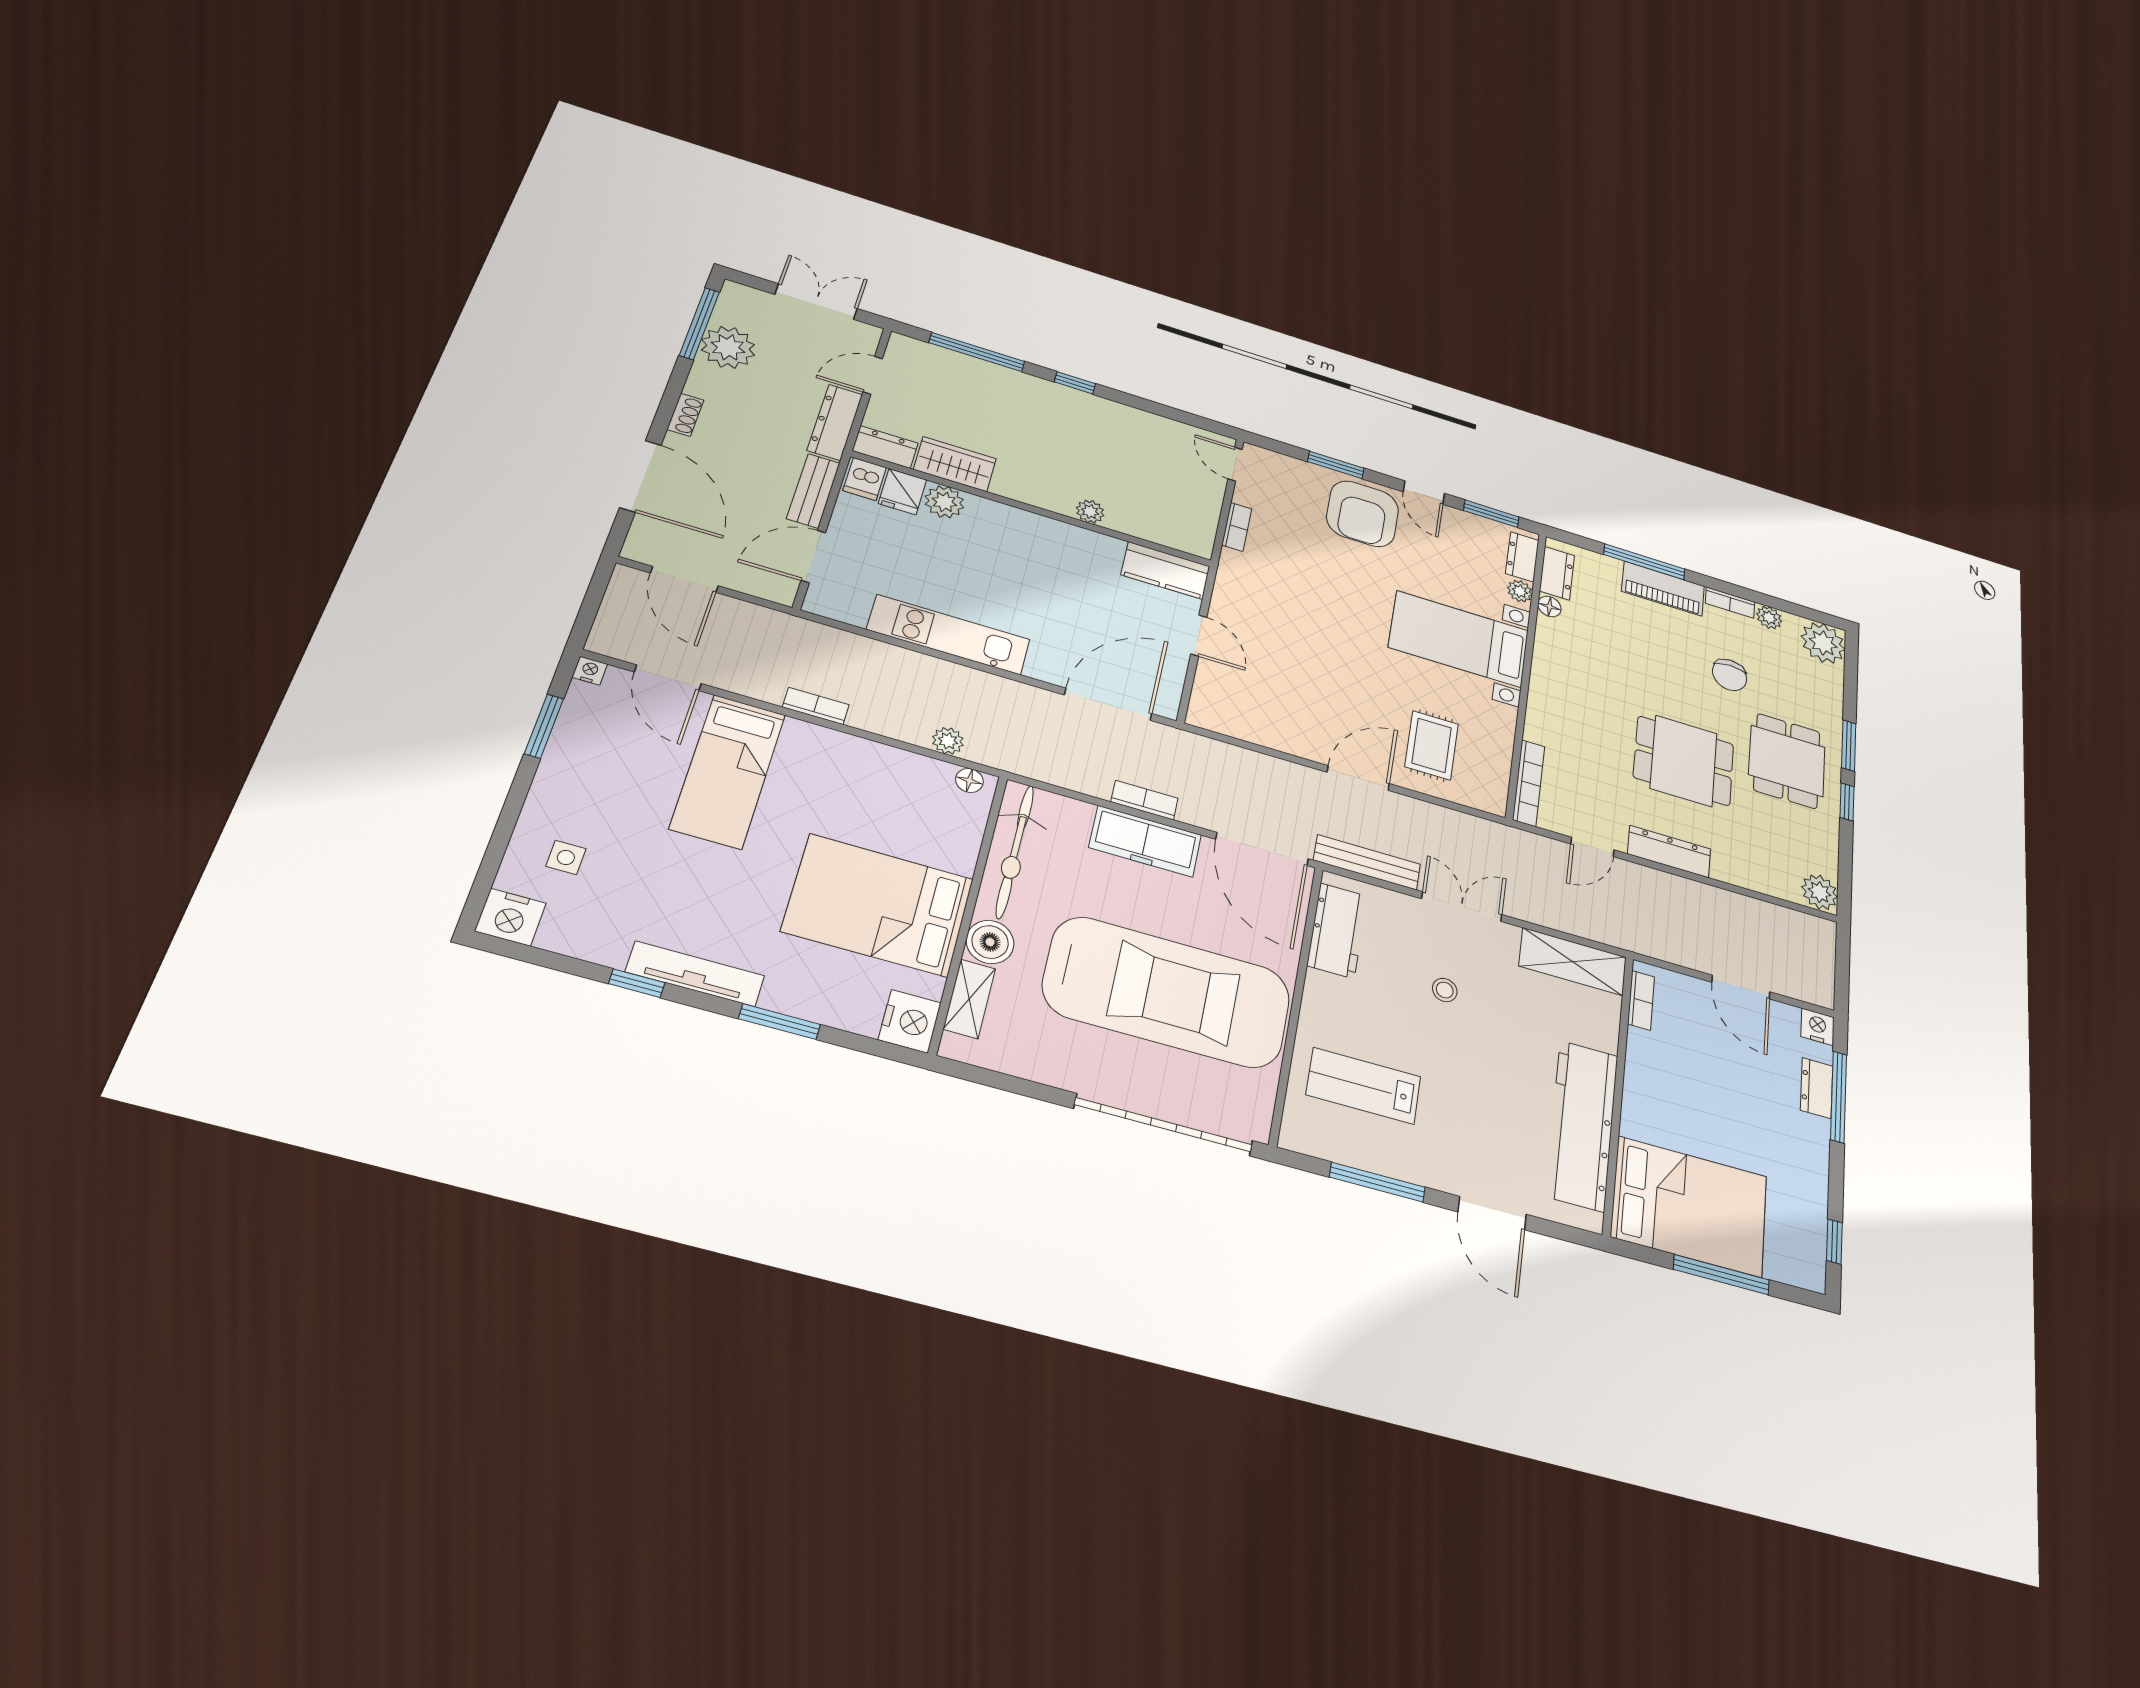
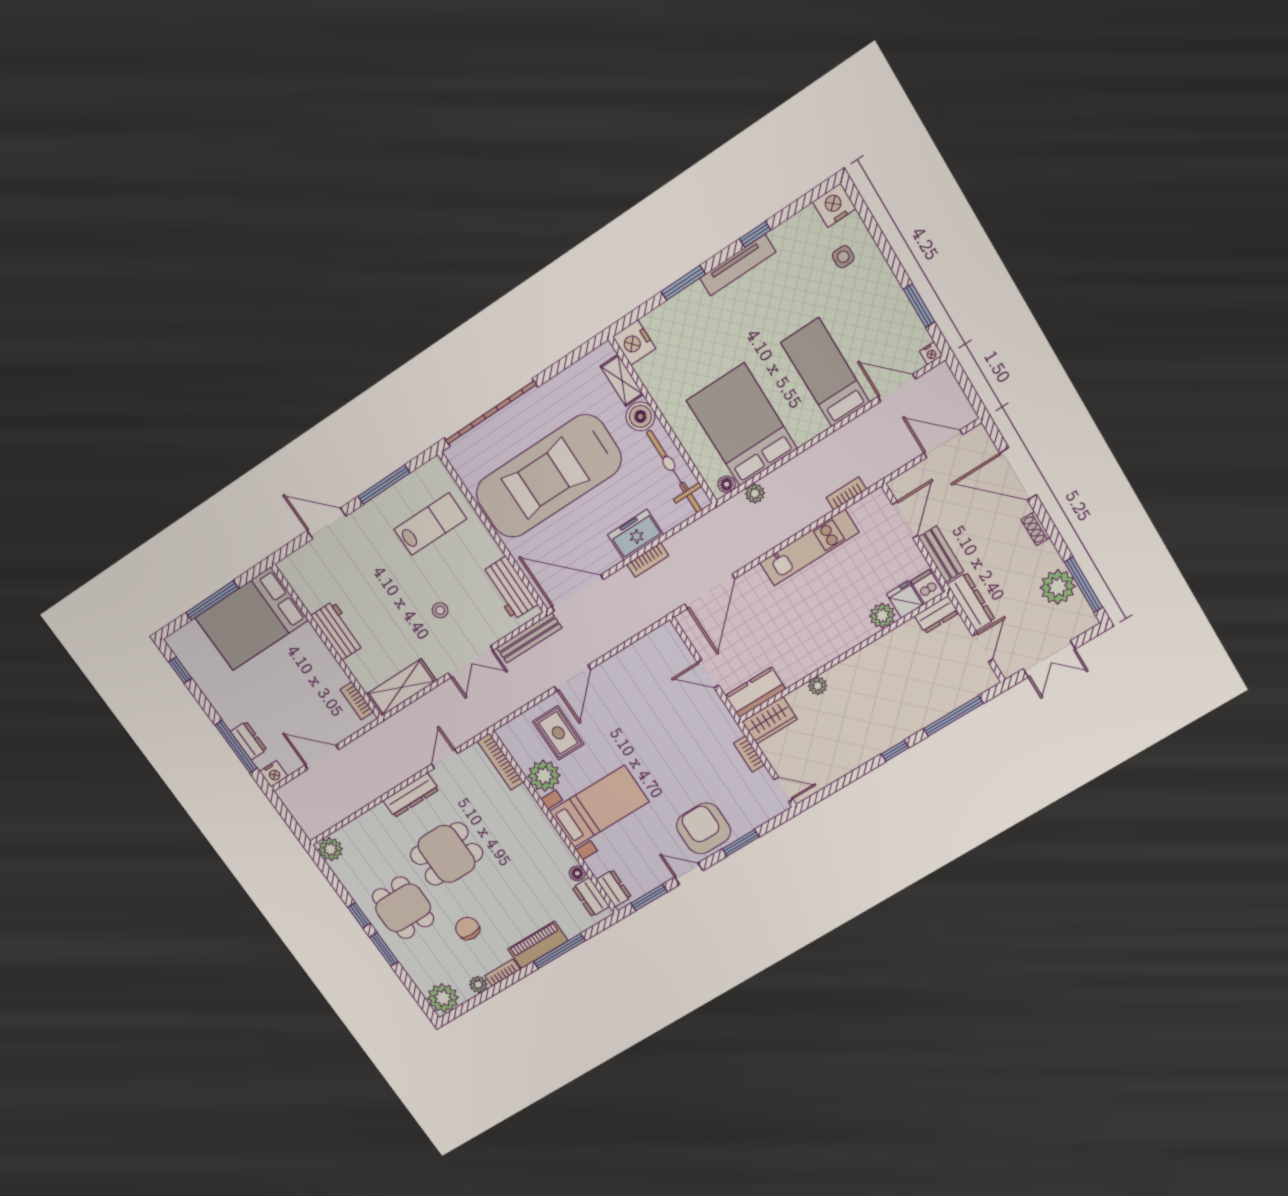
wardrobe: (955, 464) -> (770, 720), moved
plant: (1520, 591) -> (544, 776), moved, width x1.88, depth x1.88
bookcase: (816, 706) -> (846, 493), moved, turned 180
freezer: (1145, 841) -> (635, 535), width x0.71
bed: (878, 905) -> (742, 425), moved, turned -90
workbench: (1582, 1125) -> (338, 630), width x0.53, depth x0.76

